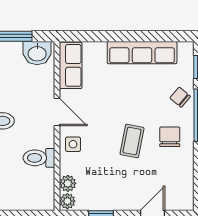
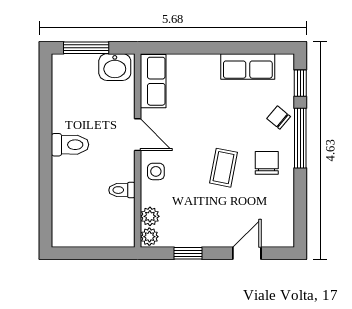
row of seats: (142, 53) -> (248, 66), width x0.68
toilet: (39, 158) -> (122, 190), width x0.73, depth x0.72

